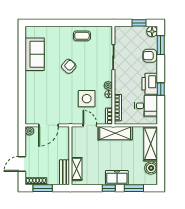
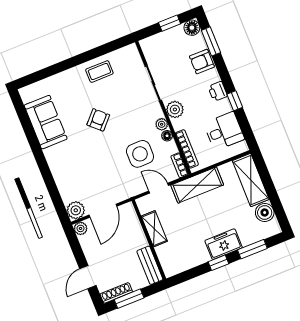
plant: (120, 79) -> (175, 109), added
printer: (150, 84) -> (218, 91), width x0.53, depth x0.68
plant: (31, 118) -> (76, 210), added
shelving: (77, 169) -> (154, 229), moved

